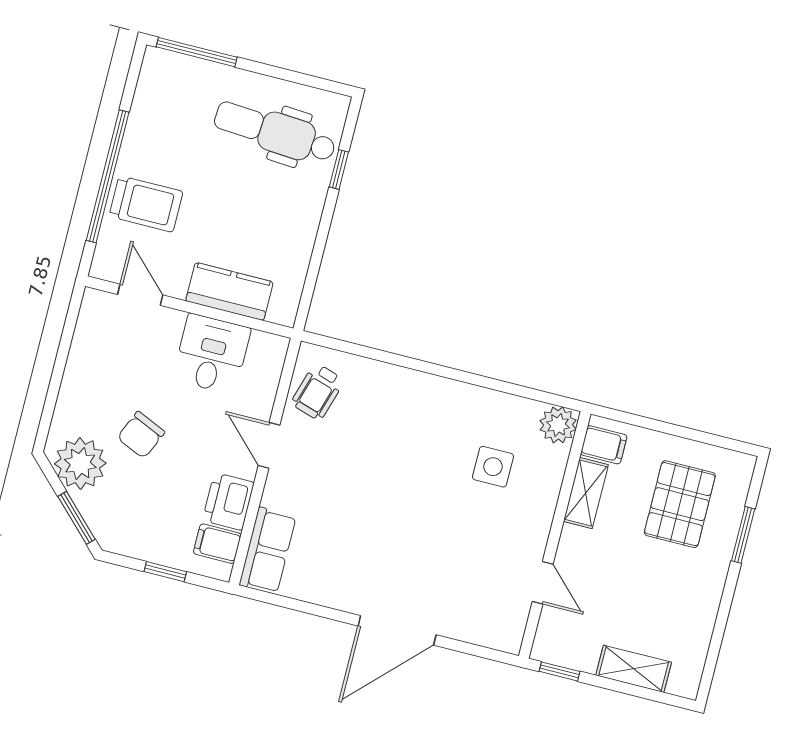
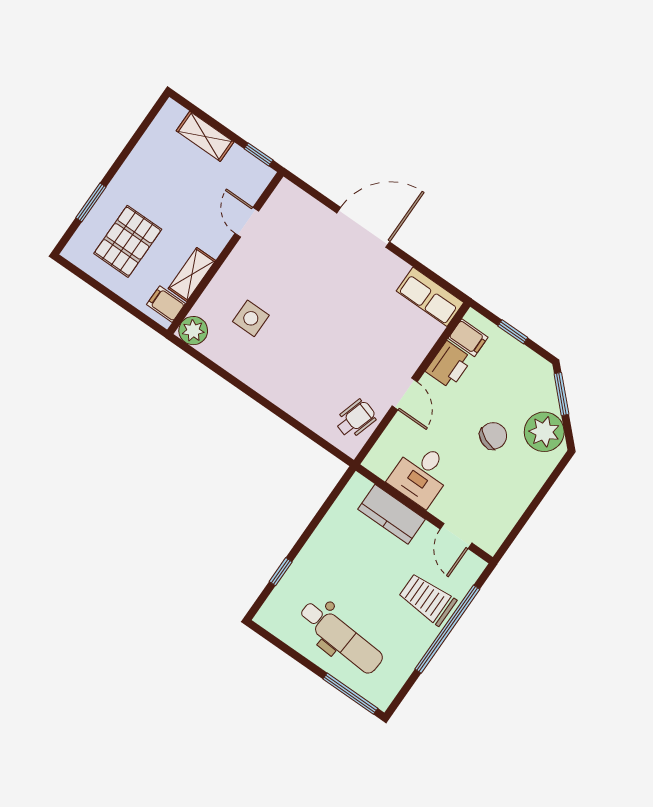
dental chair: (275, 132) -> (341, 637), moved
row of seats: (268, 551) -> (430, 297), moved, turned -90

